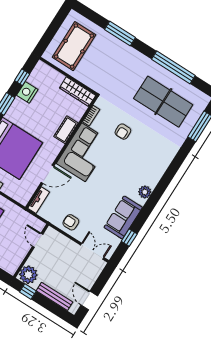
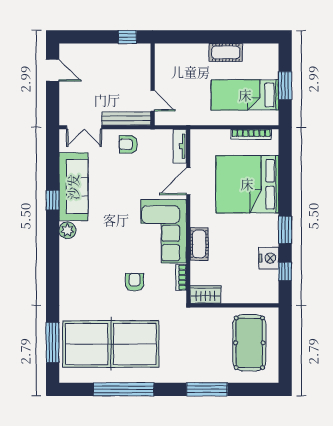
wardrobe: (78, 92) -> (206, 295), width x0.67
table tennis table: (163, 102) -> (111, 344), width x1.36, depth x1.32
sofa: (123, 217) -> (73, 187), width x1.36
armchair: (71, 222) -> (128, 144), turned 180
window: (129, 238) -> (53, 200), moved
plant: (28, 275) -> (139, 56), removed
bench: (54, 296) -> (126, 118), moved

